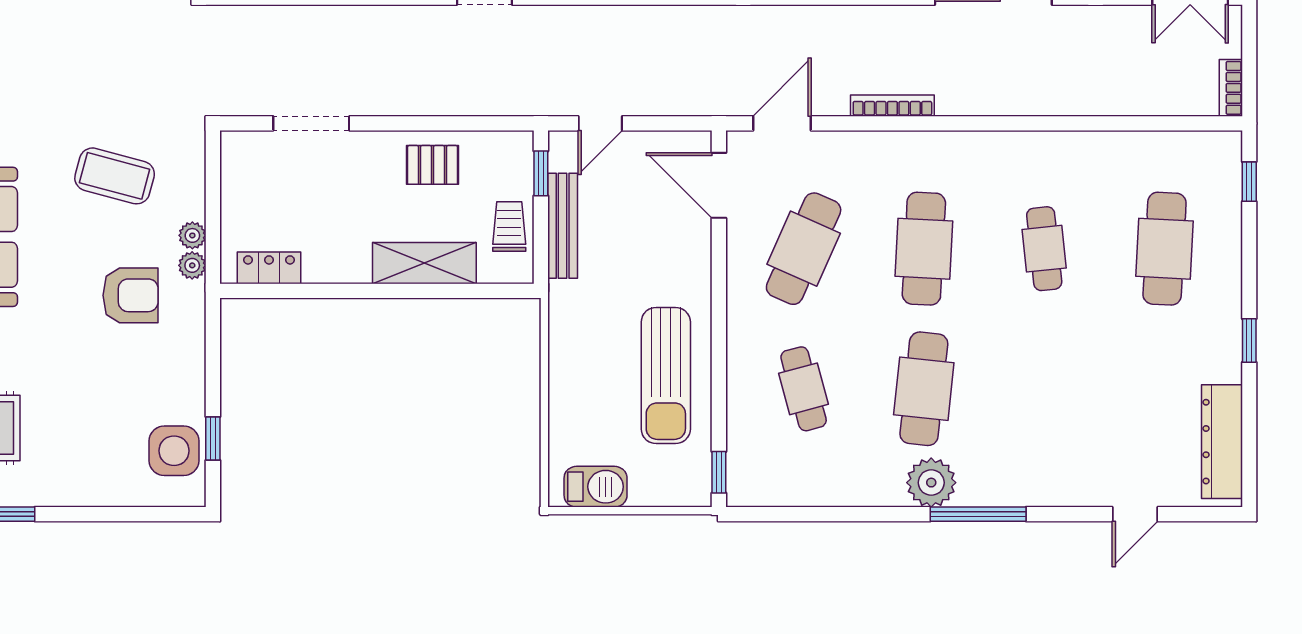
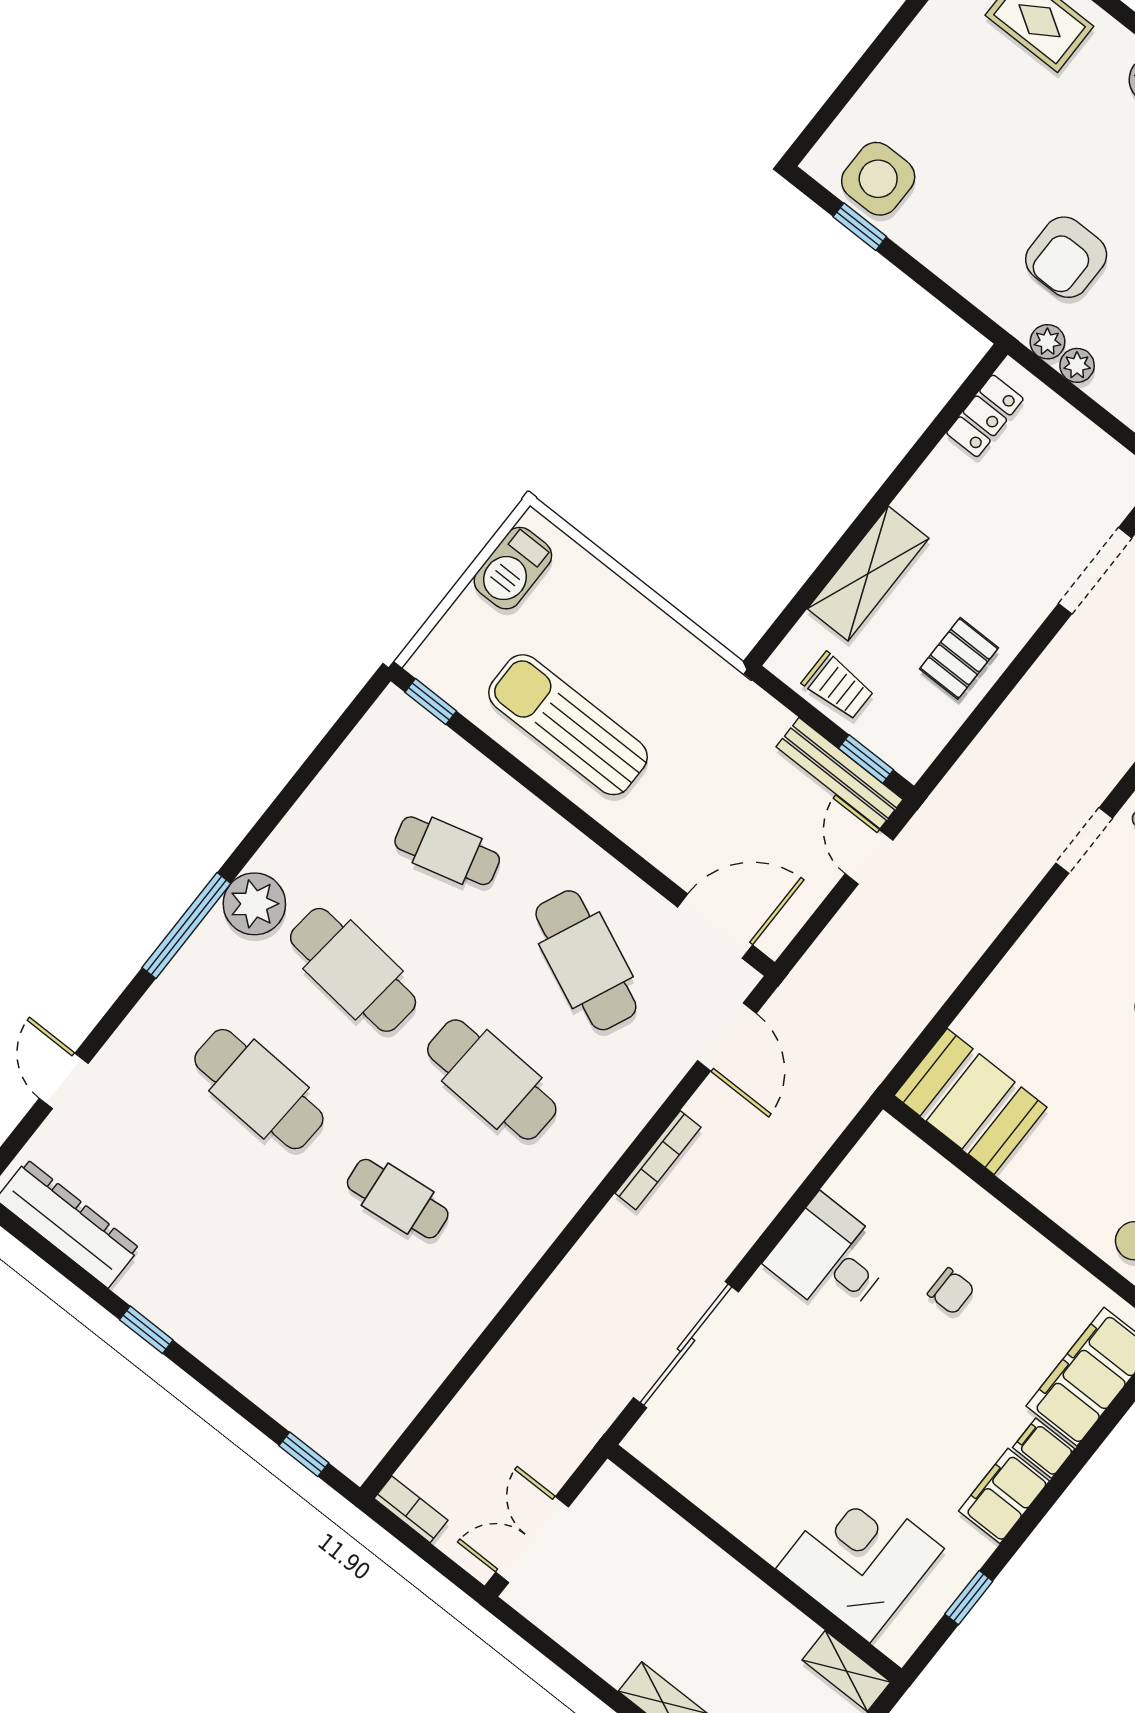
bench: (563, 226) -> (840, 773), moved
cafe table: (1165, 249) -> (259, 1089), moved

